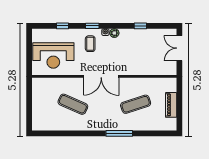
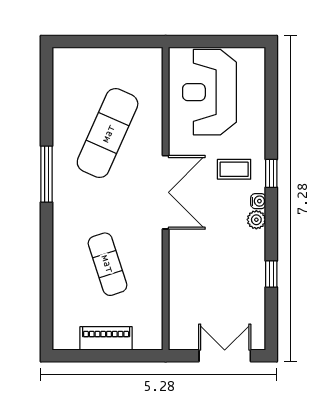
window: (63, 26) -> (271, 111), removed
double door: (101, 76) -> (166, 192), swing flipped
exercise mat: (73, 104) -> (108, 133), width x1.36, depth x1.45
window: (119, 133) -> (47, 174), moved

